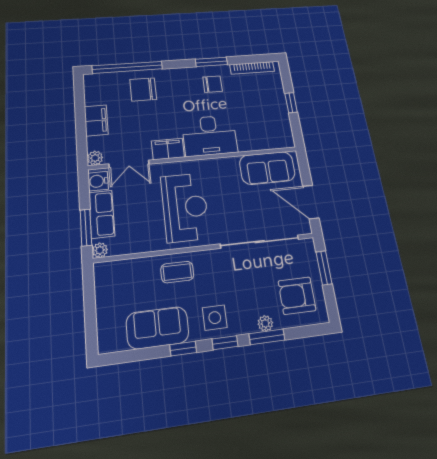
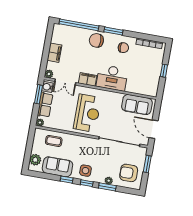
window: (211, 62) -> (113, 31), moved
chair: (143, 89) -> (96, 40), moved
window: (86, 227) -> (38, 94), moved
coffee table: (177, 272) -> (54, 141), moved
plant: (108, 328) -> (35, 160), added

